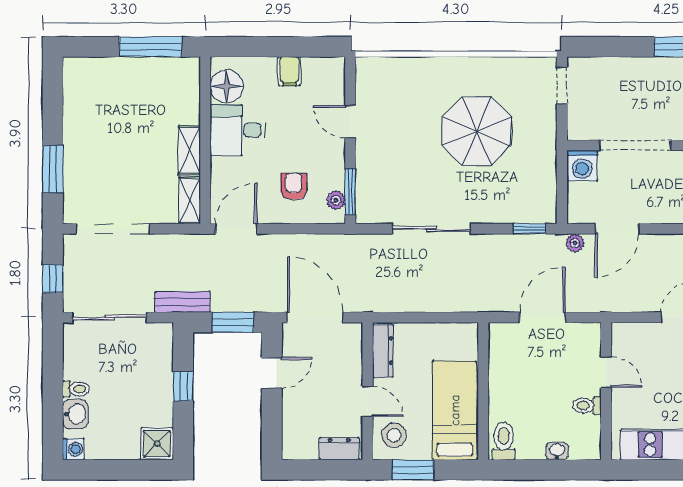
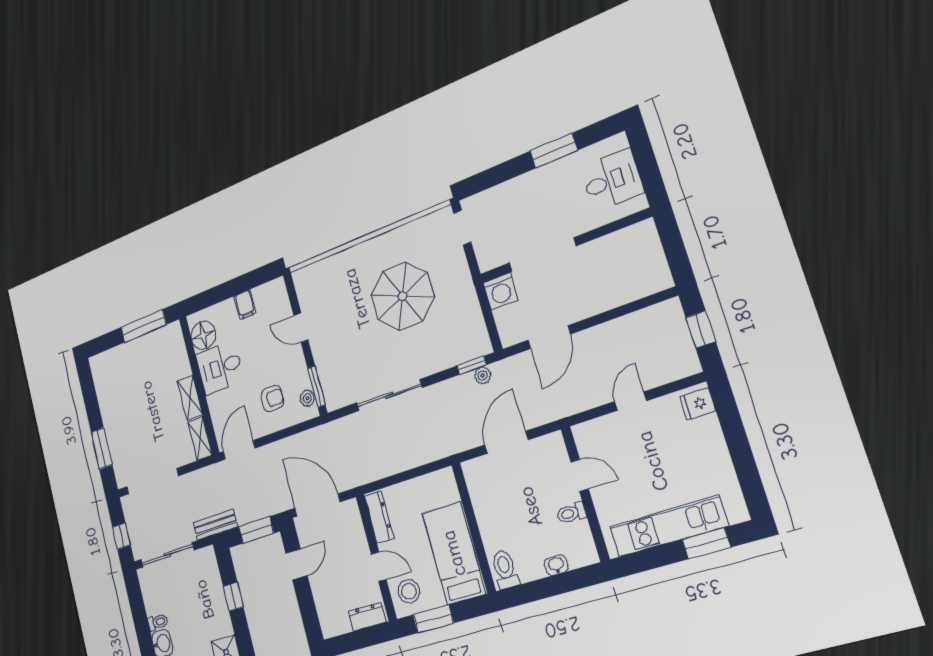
armchair: (294, 186) -> (272, 399), turned 90
plant: (575, 243) -> (483, 375), moved

